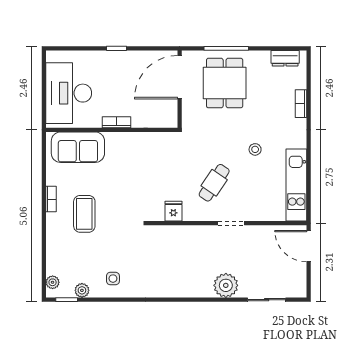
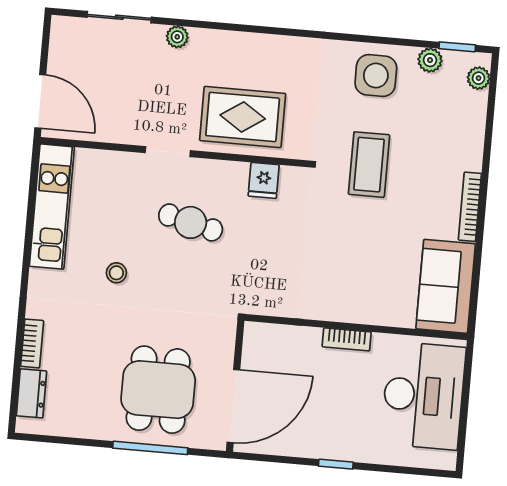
dresser: (285, 58) -> (32, 393), moved, turned 90
sofa: (78, 147) -> (446, 286), moved, turned -90
cafe table: (214, 183) -> (191, 222), turned 70
bookcase: (51, 199) -> (470, 207), width x1.56
coffee table: (84, 214) -> (369, 165), moved
rug: (189, 247) -> (243, 117), added
side table: (113, 279) -> (376, 76), width x1.87, depth x1.87
plant: (226, 285) -> (177, 37), width x0.53, depth x0.53

